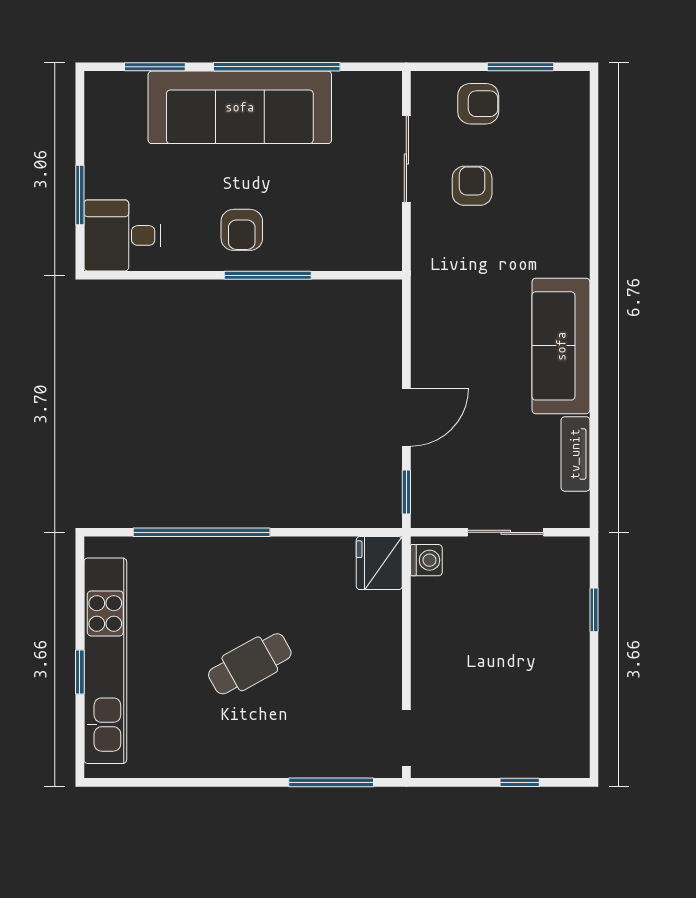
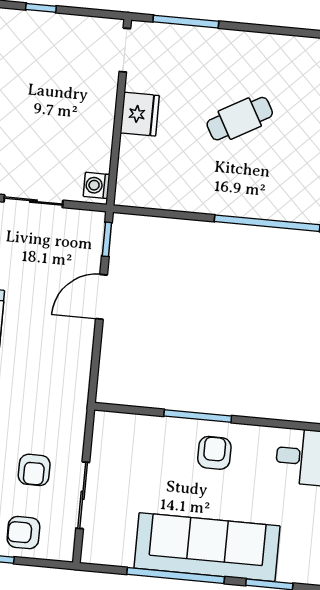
fridge: (379, 563) -> (140, 114), moved

